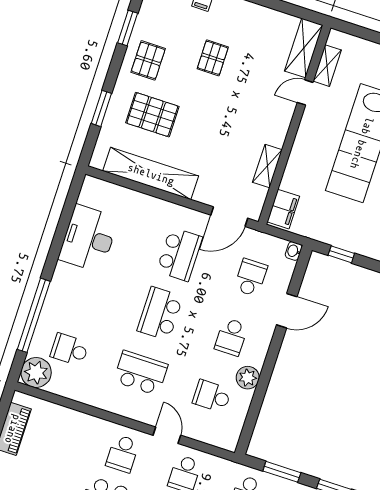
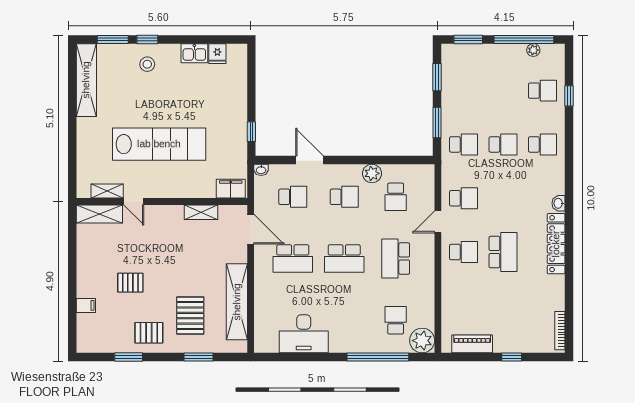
school desk: (179, 254) -> (293, 259), turned 180
school desk: (251, 278) -> (293, 197), turned 180
school desk: (70, 350) -> (396, 320), turned 180

